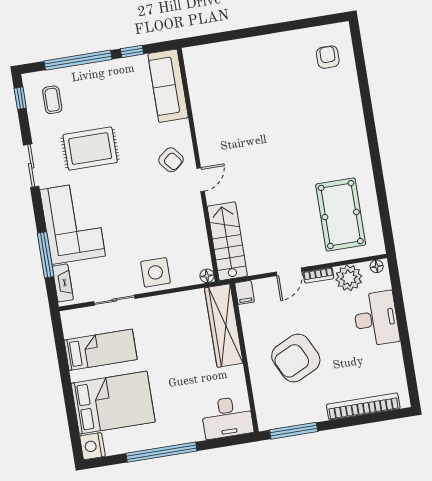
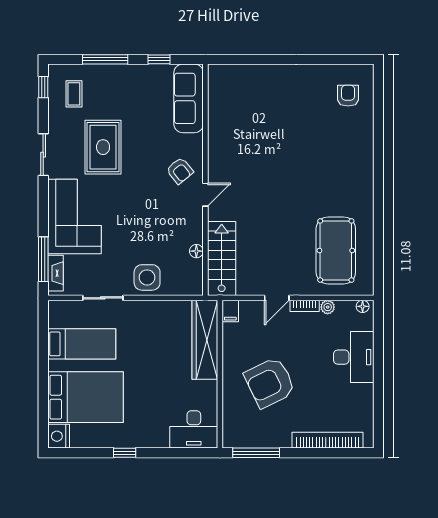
window: (78, 60) -> (105, 59), width x0.68
rug: (90, 149) -> (103, 147), turned 90
window: (46, 255) -> (43, 259), moved
floor lamp: (207, 276) -> (196, 251), moved
plant: (349, 278) -> (328, 307), width x0.53, depth x0.53
window: (161, 452) -> (125, 453), width x0.32

